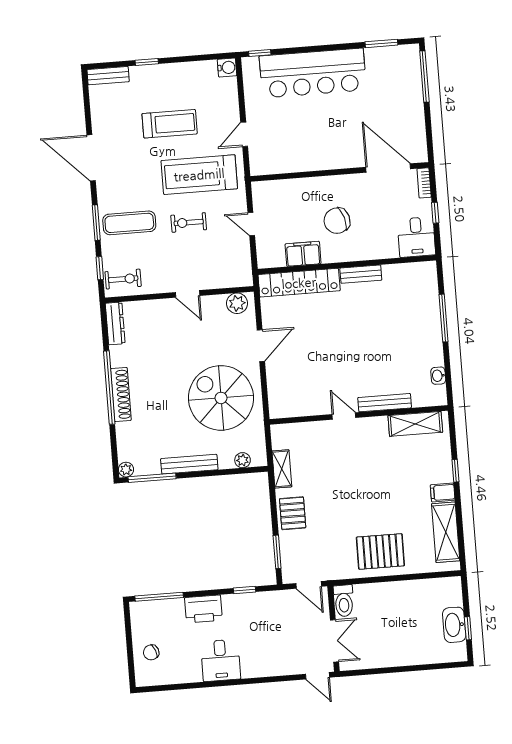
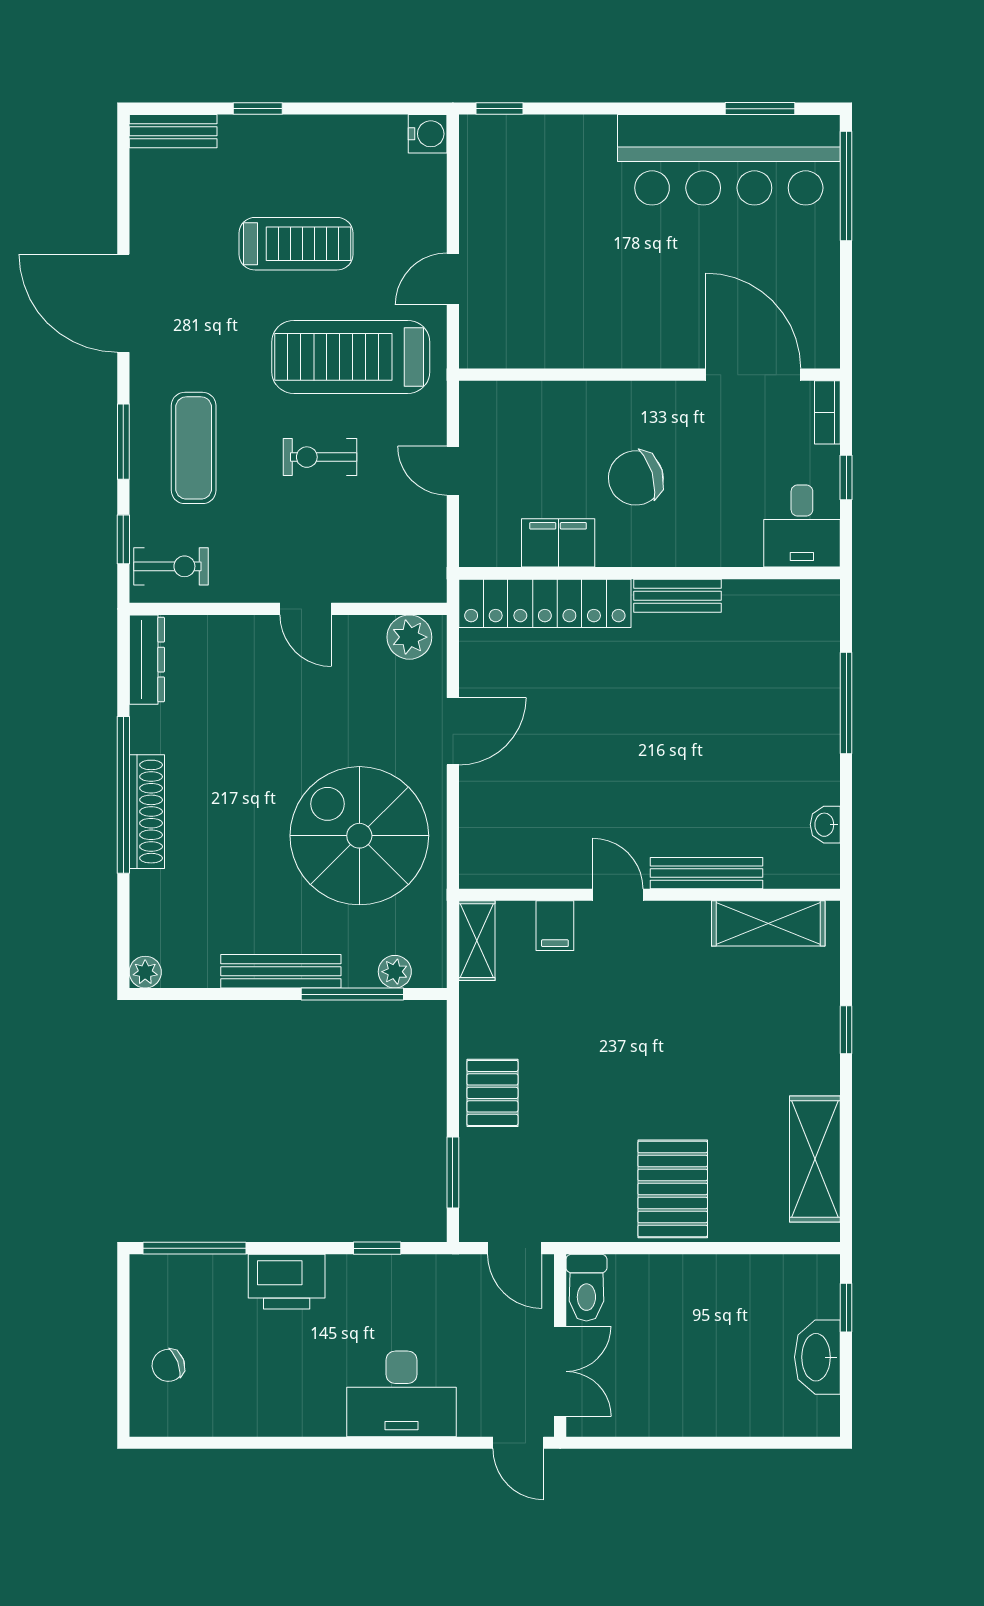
bar counter: (313, 73) -> (729, 160), moved
exercise mat: (129, 223) -> (194, 448), turned 90
shelving: (282, 469) -> (477, 941), moved
window: (152, 478) -> (352, 994), moved
filing cabinet: (443, 493) -> (555, 926), moved, turned -90
pallet: (380, 551) -> (673, 1189), turned 90
window: (468, 628) -> (846, 1308), moved
desk: (221, 660) -> (402, 1394), moved, width x1.37

